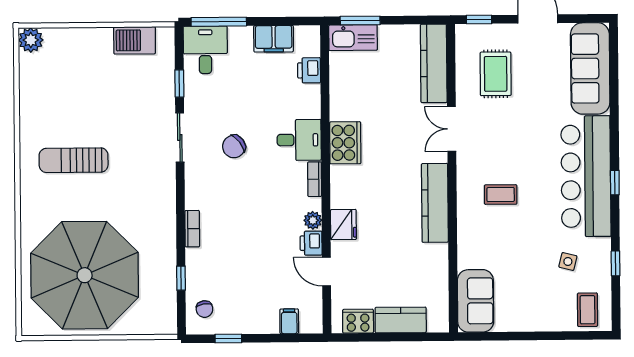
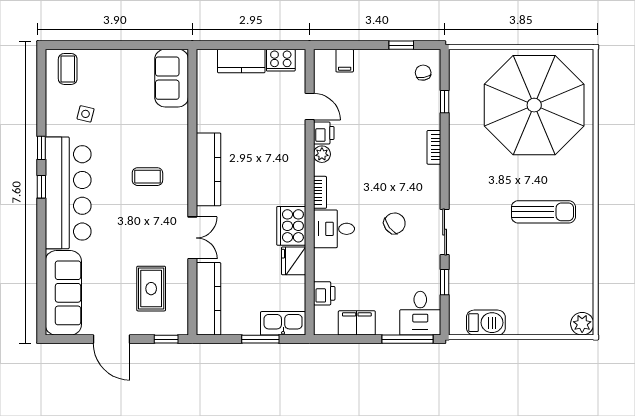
window: (360, 20) -> (260, 339), moved
fridge: (343, 225) -> (294, 261), moved
window: (616, 263) -> (41, 148), moved

